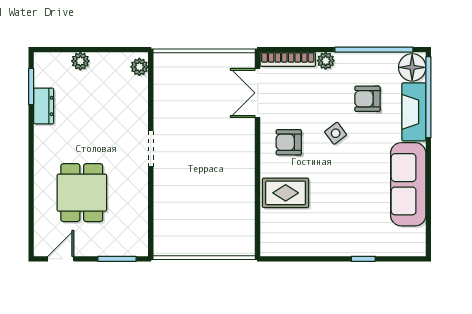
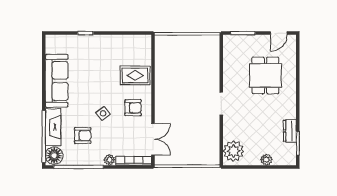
plant: (139, 67) -> (233, 151), width x1.88, depth x1.88

